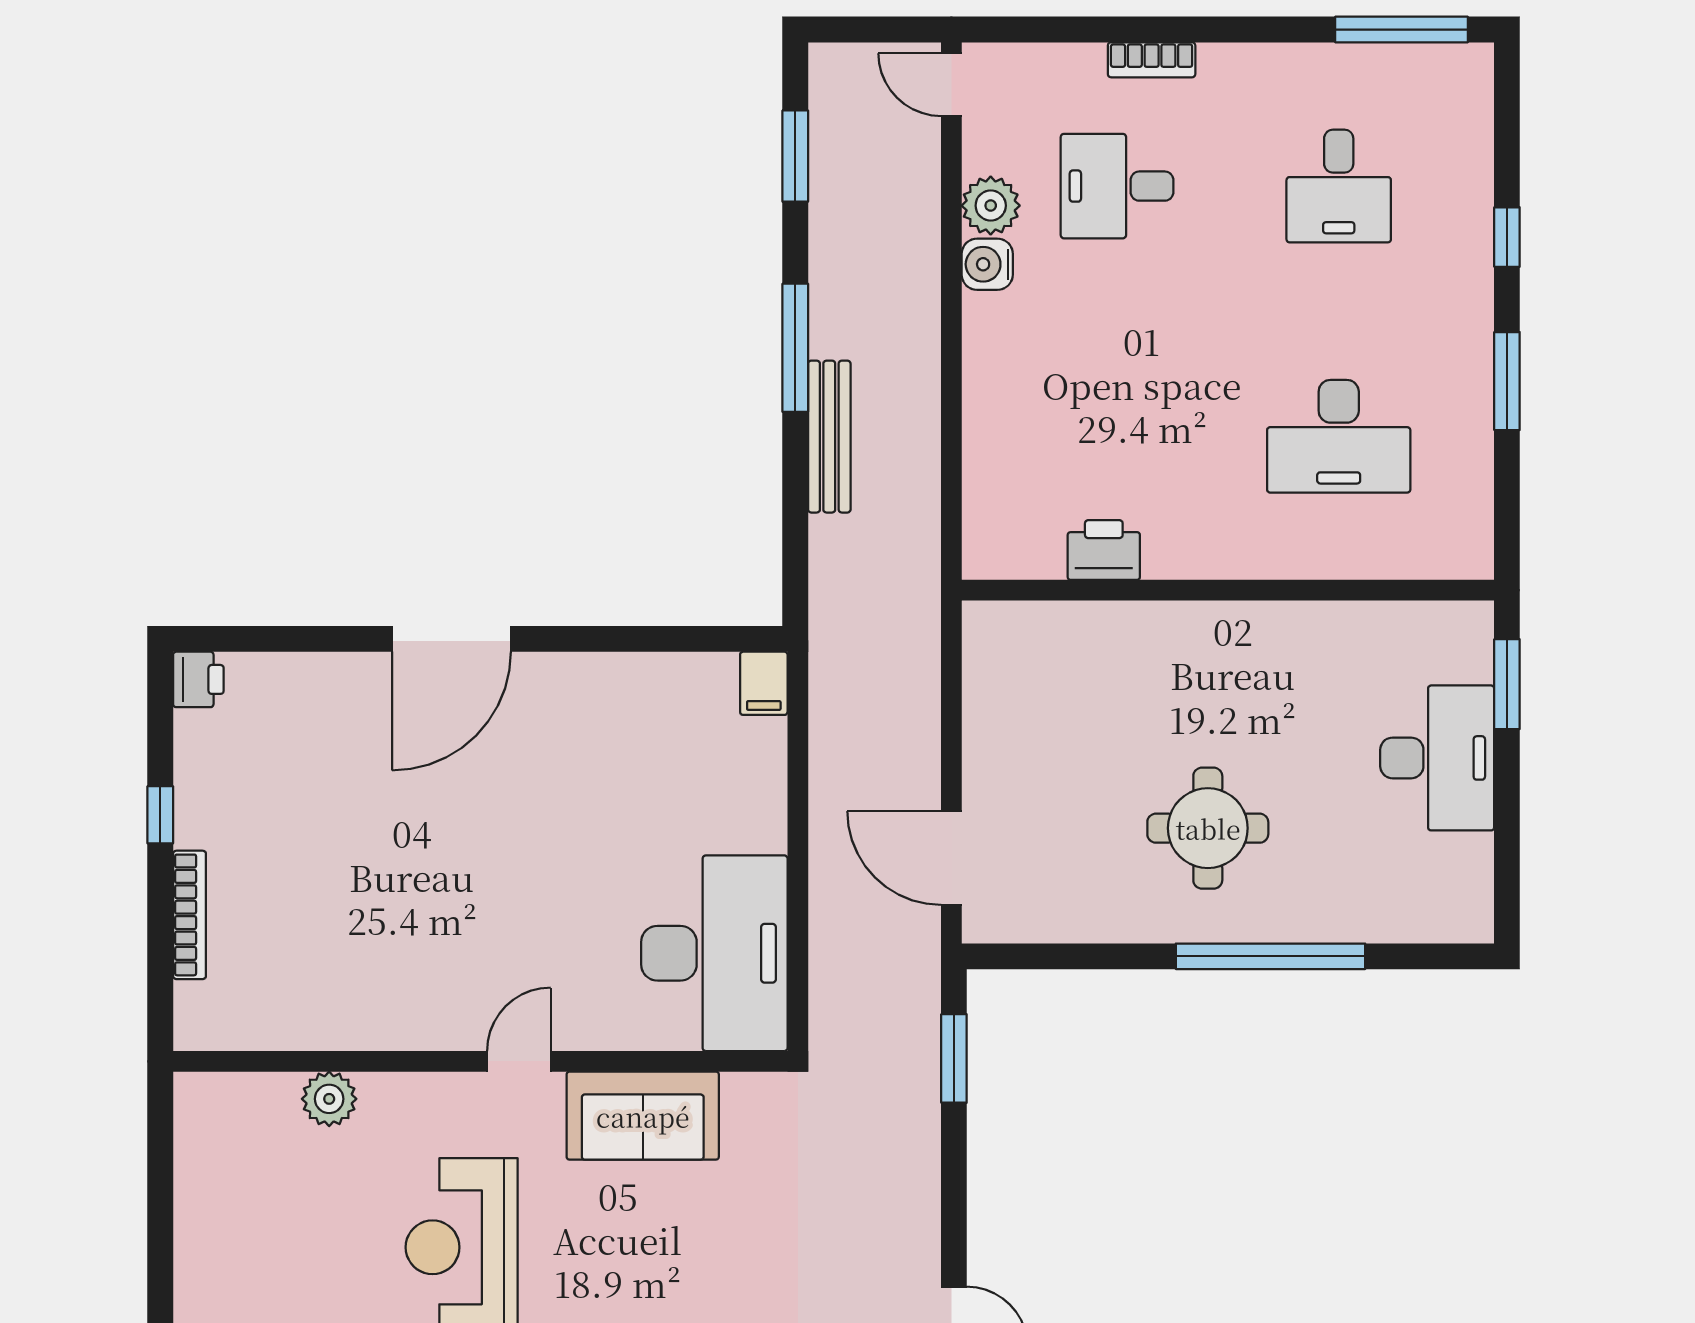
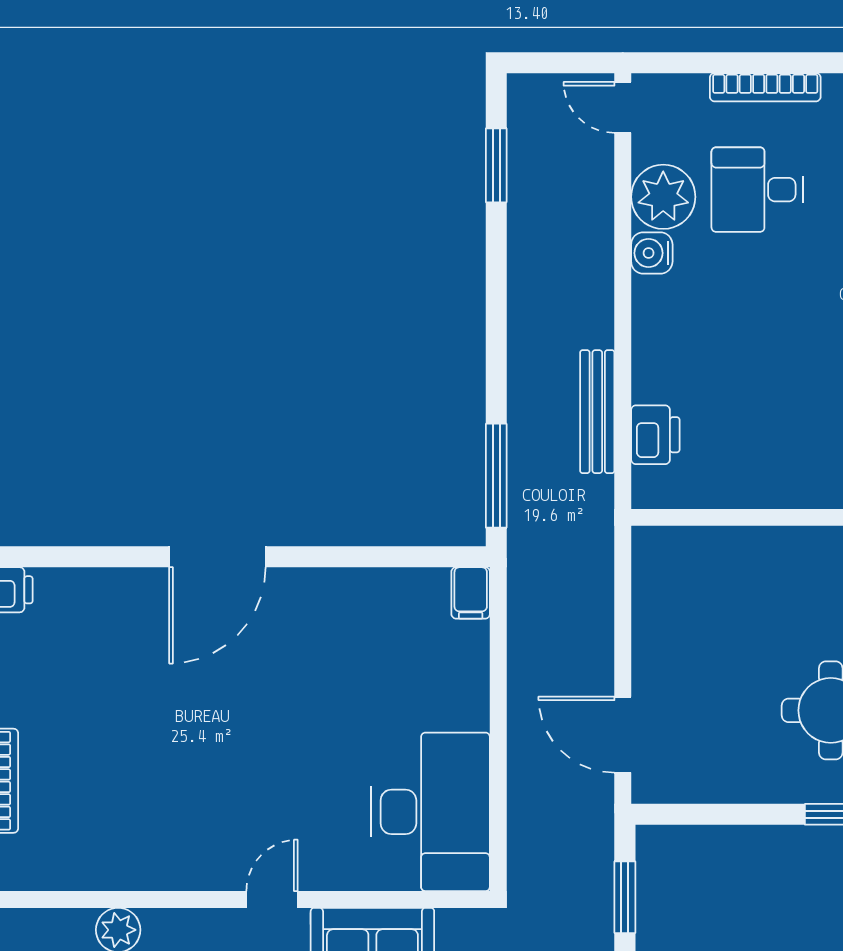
bookcase: (1152, 60) -> (765, 87), width x1.56
plant: (991, 206) -> (663, 197), width x1.36, depth x1.36
window: (795, 348) -> (496, 476), moved
bench: (829, 437) -> (597, 412), moved
printer: (1104, 550) -> (655, 435), moved, turned 90

